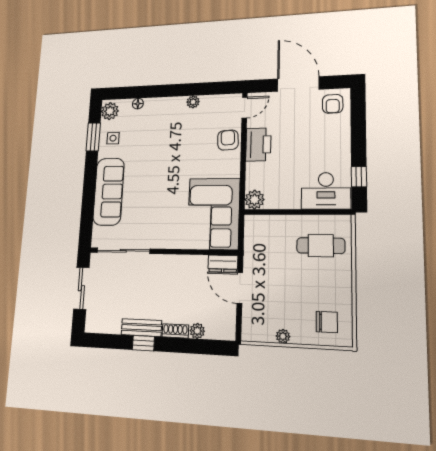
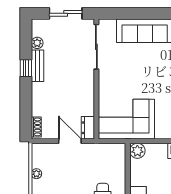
door: (240, 288) -> (70, 141), hinge flipped
shoe rack: (175, 331) -> (36, 127), moved
plant: (197, 331) -> (37, 43), moved

